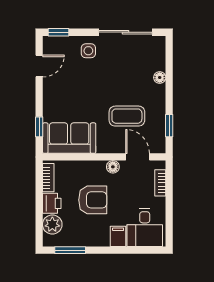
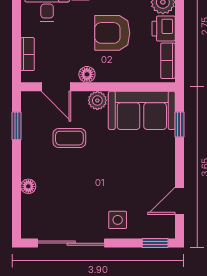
coffee table: (127, 116) -> (69, 138), width x0.73, depth x0.77
plant: (105, 146) -> (97, 100), added

